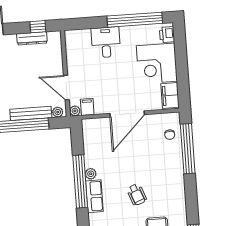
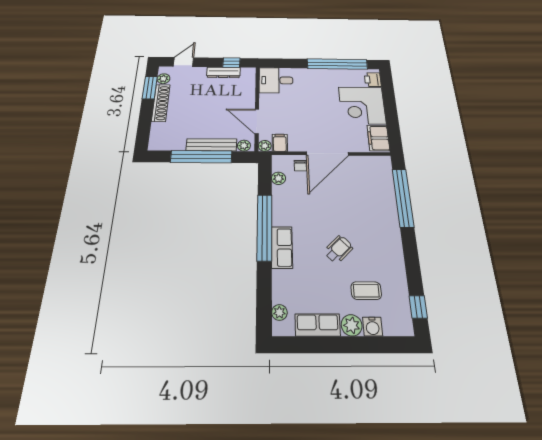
desk: (106, 42) -> (276, 80), moved, turned -90
chair: (170, 135) -> (300, 166), moved
plant: (91, 174) -> (279, 178), moved
wheelchair: (137, 195) -> (338, 249), turned -113

